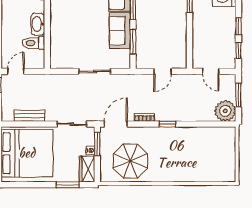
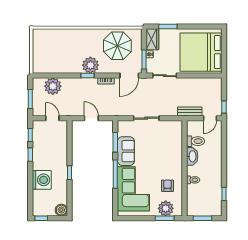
door: (163, 71) -> (91, 118), hinge flipped
plant: (225, 111) -> (53, 86), moved
bench: (29, 116) -> (190, 111), moved
plant: (164, 137) -> (90, 65), added

